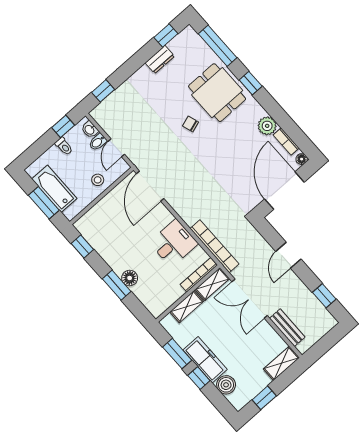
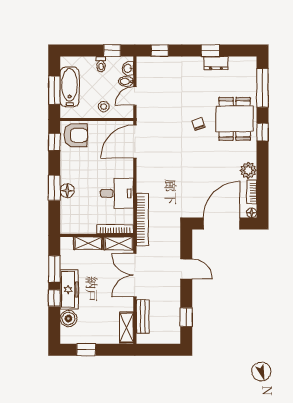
window: (166, 36) -> (210, 51), moved
armchair: (95, 225) -> (76, 135), added
door: (288, 255) -> (186, 269), swing flipped
shelving: (281, 363) -> (126, 328), moved, turned 90

